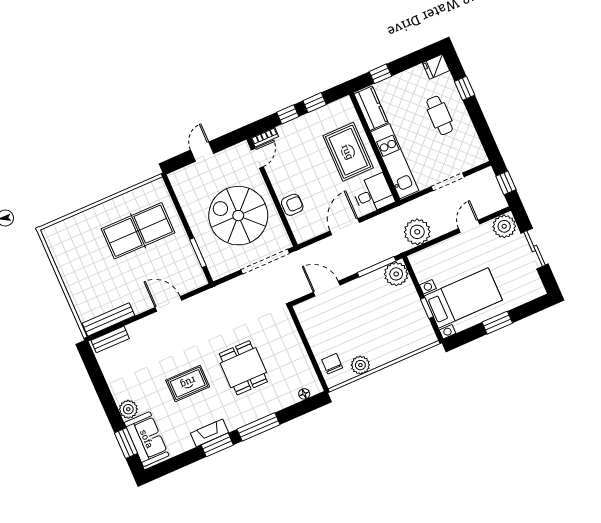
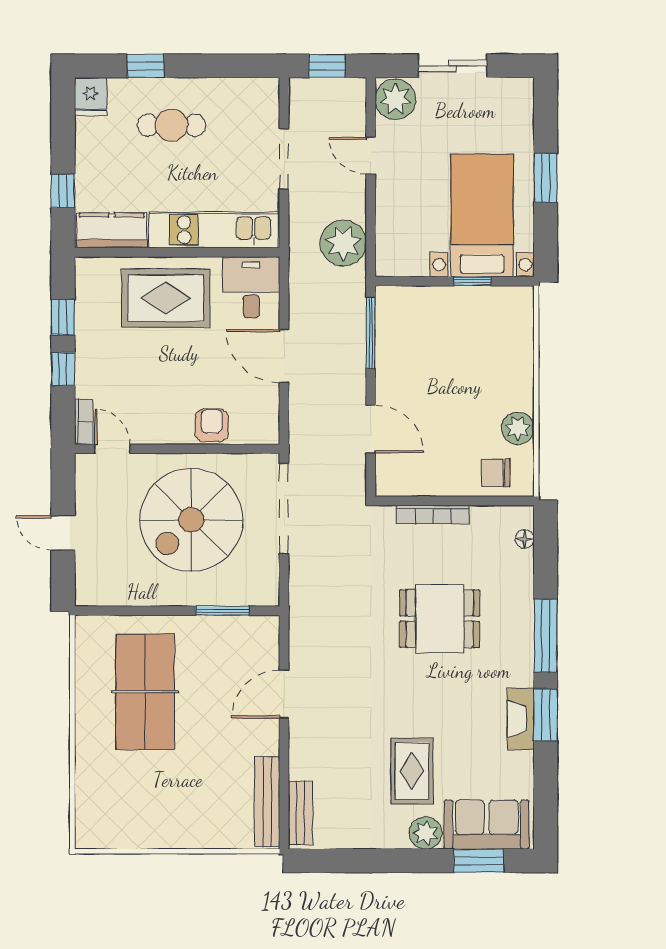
plant: (396, 274) -> (396, 307), removed
door: (327, 289) -> (371, 429), swing flipped
bookcase: (296, 340) -> (433, 515), added
rug: (188, 383) -> (412, 771), moved

